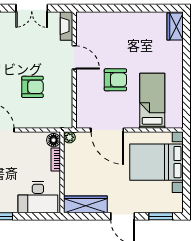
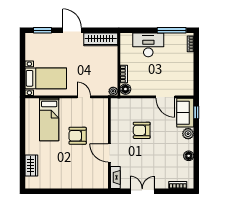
wardrobe: (175, 26) -> (31, 166), moved
door: (107, 130) -> (84, 97), width x0.53
bed with nightstands: (156, 162) -> (46, 78), width x0.73
desk: (38, 197) -> (148, 45), moved

